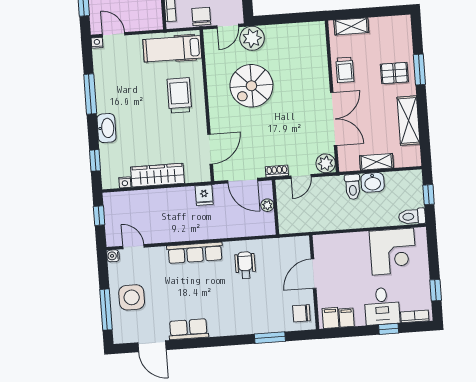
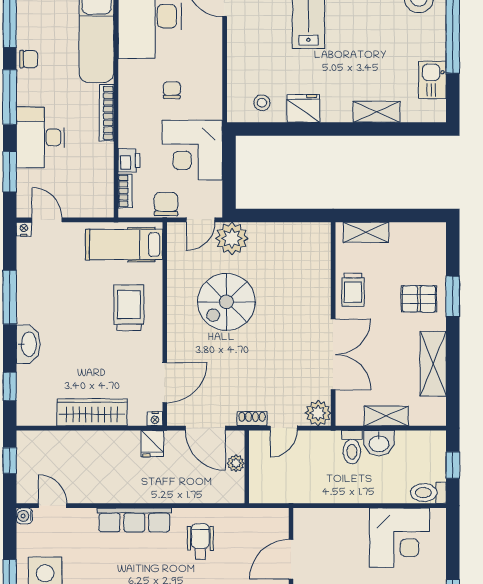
nightstand: (125, 182) -> (155, 419), moved

